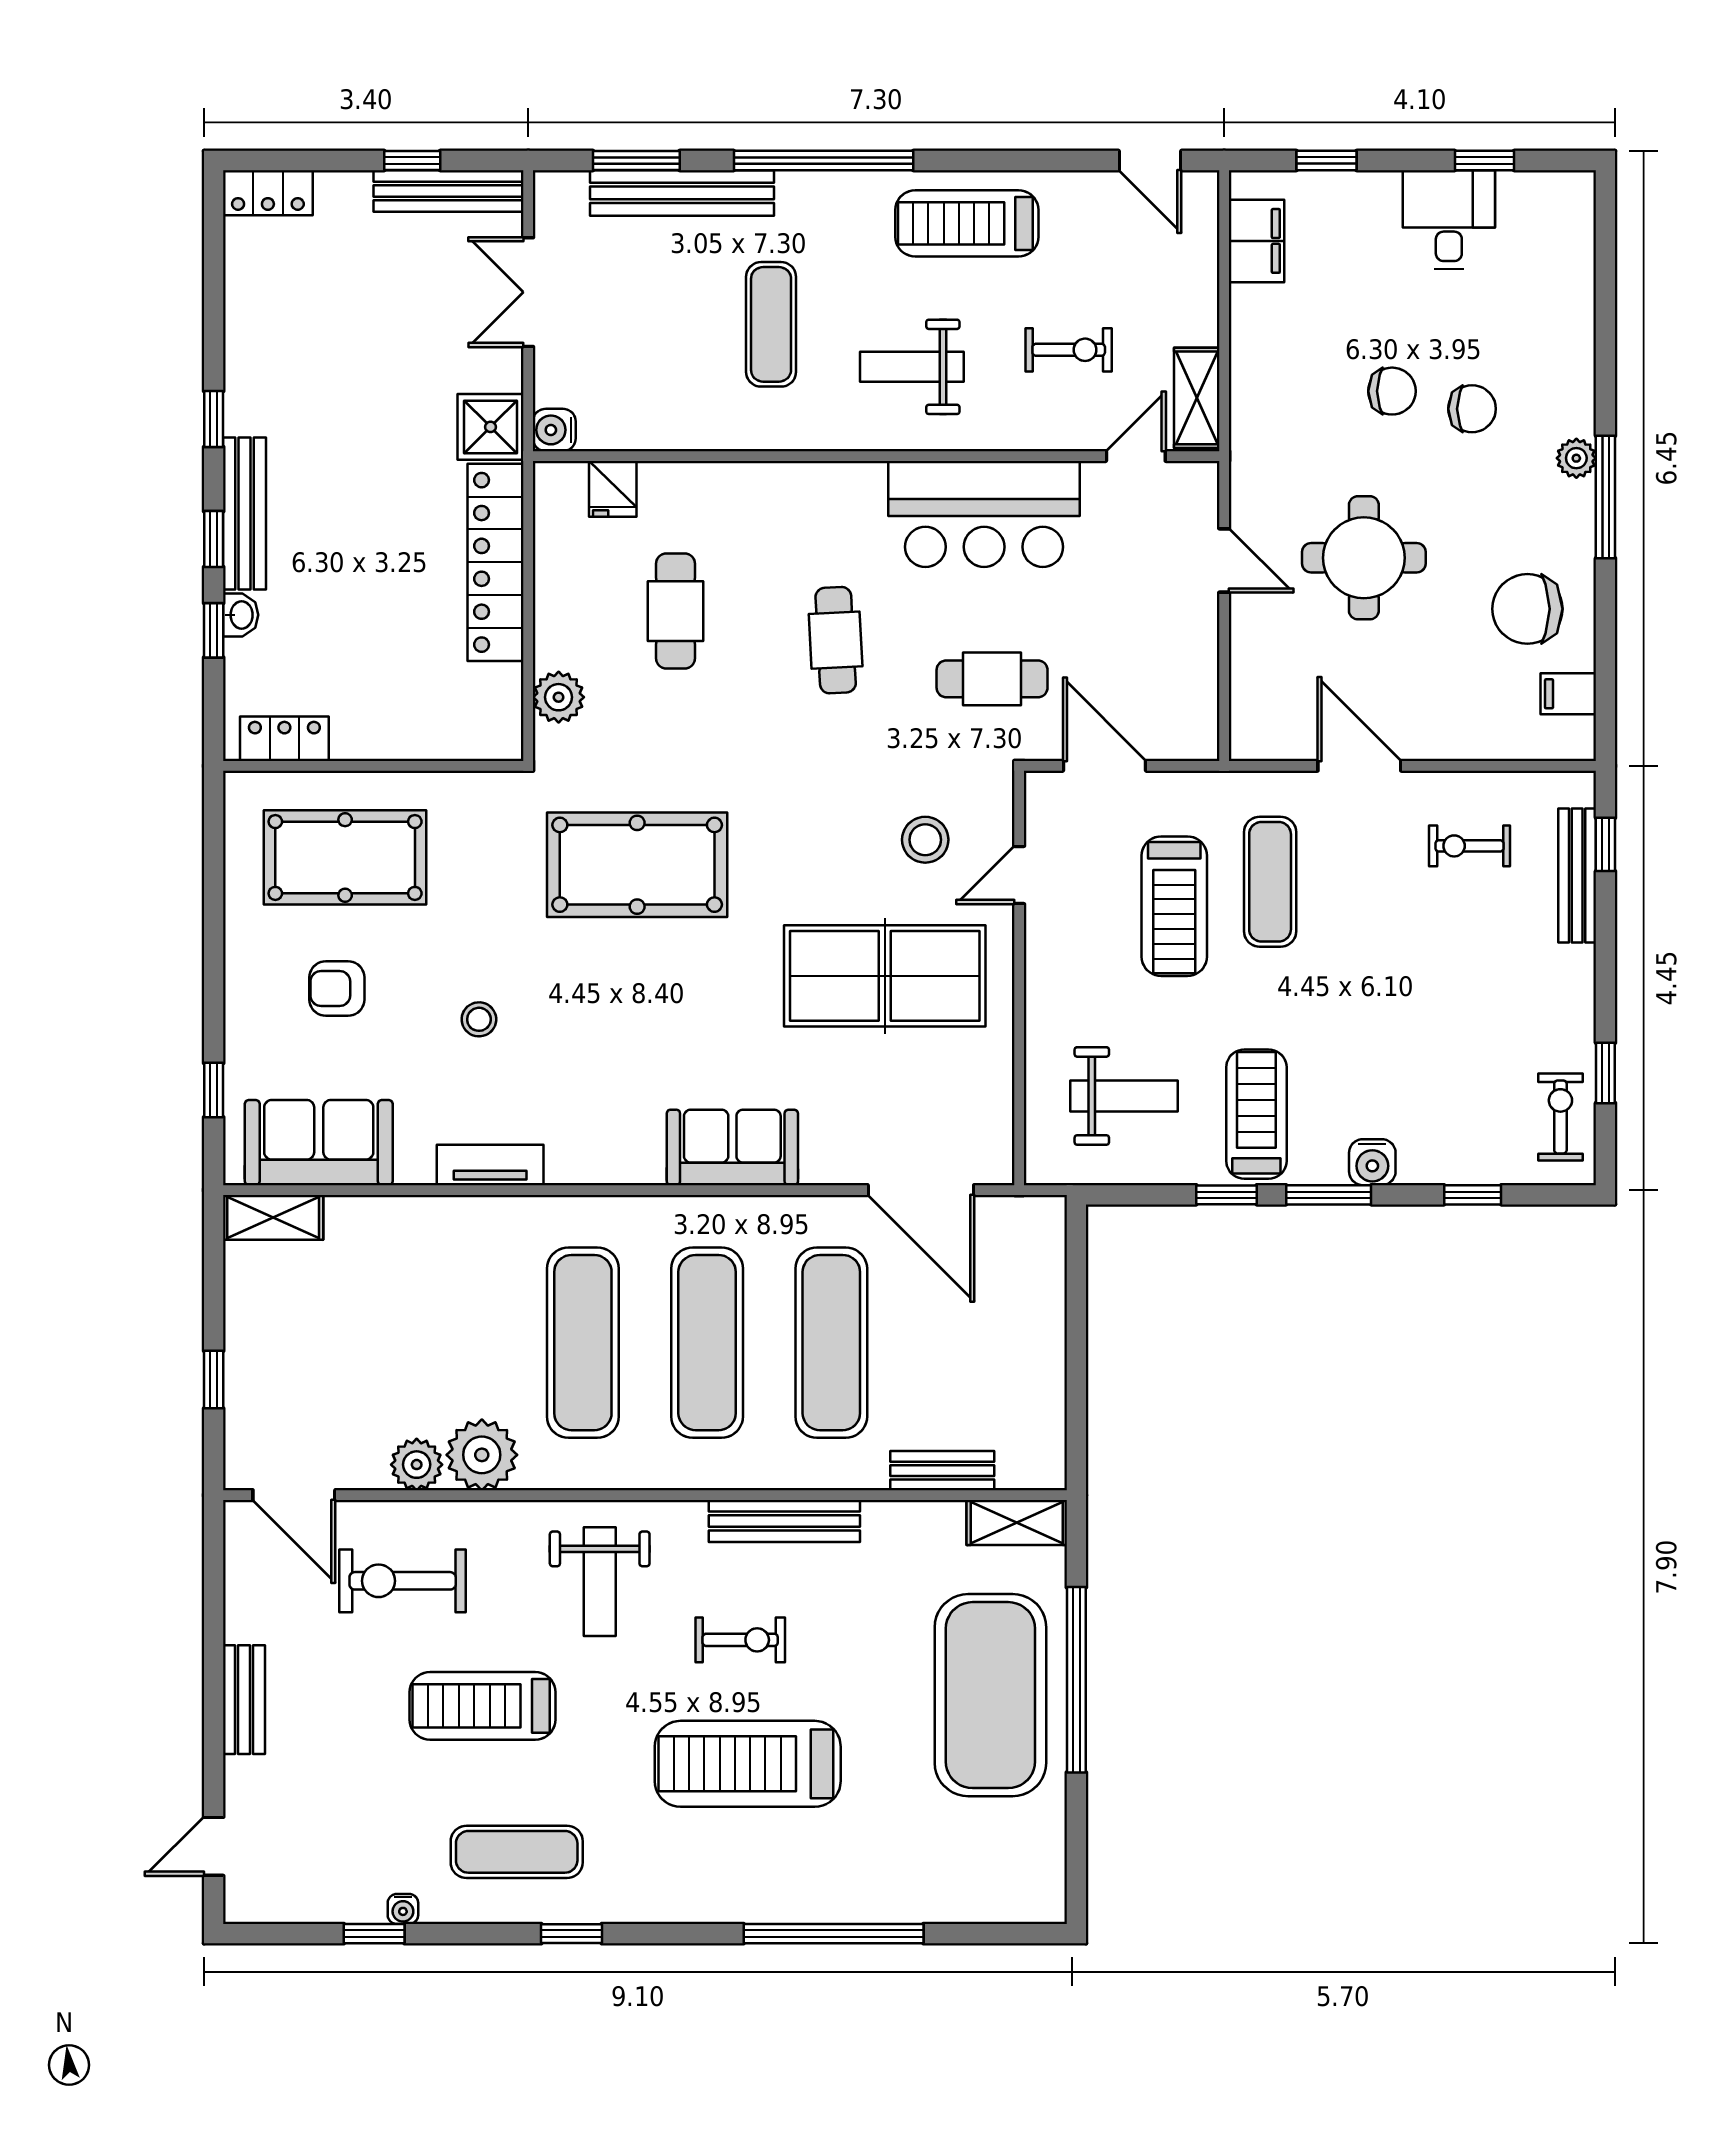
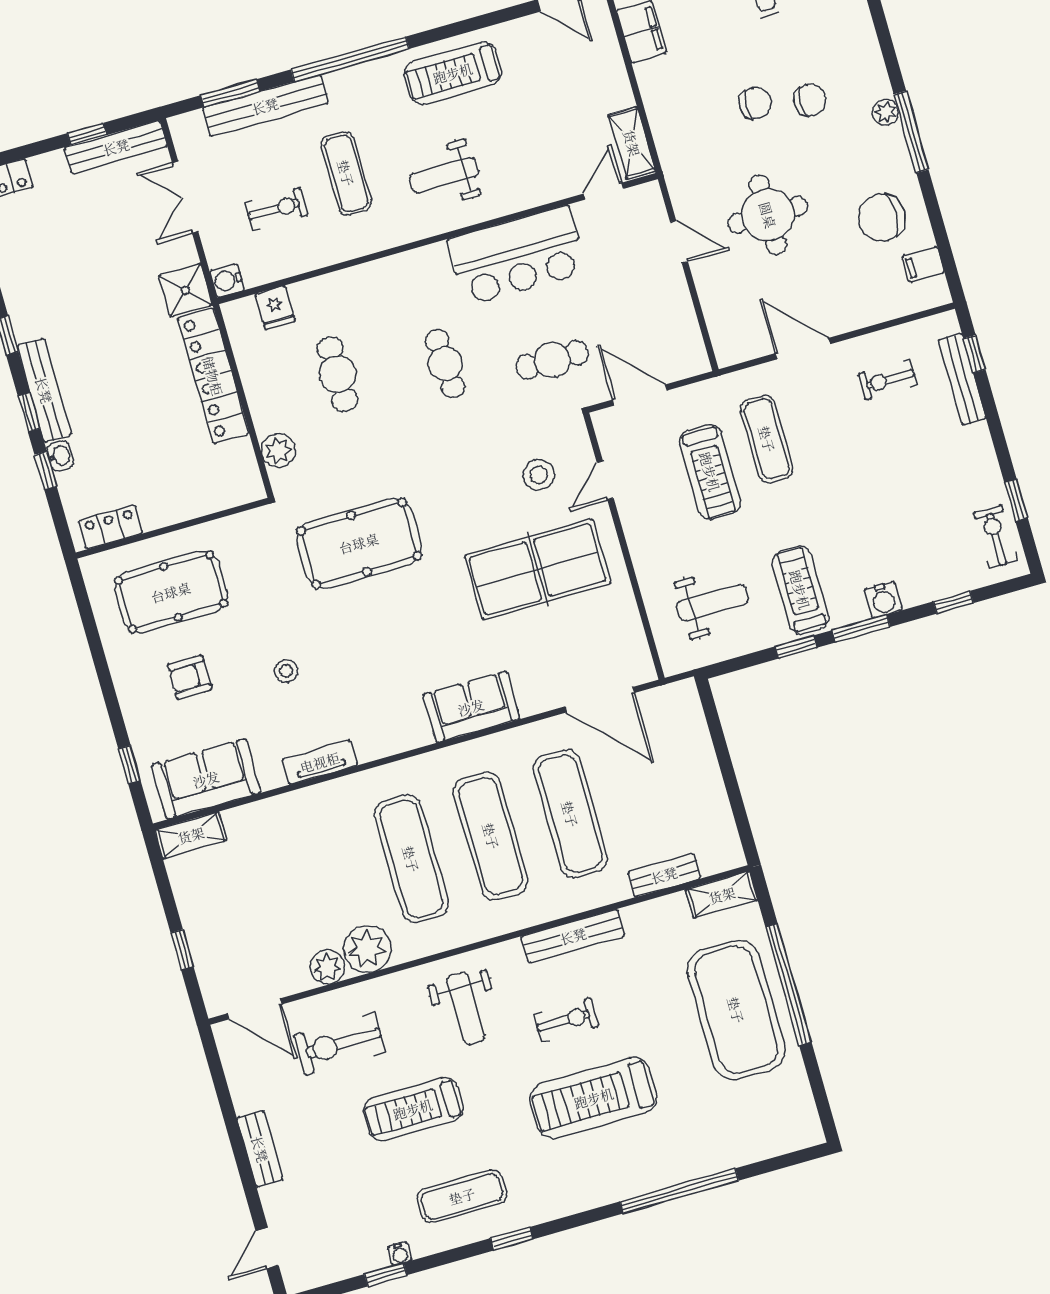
exercise bike: (1069, 350) -> (276, 209), moved

